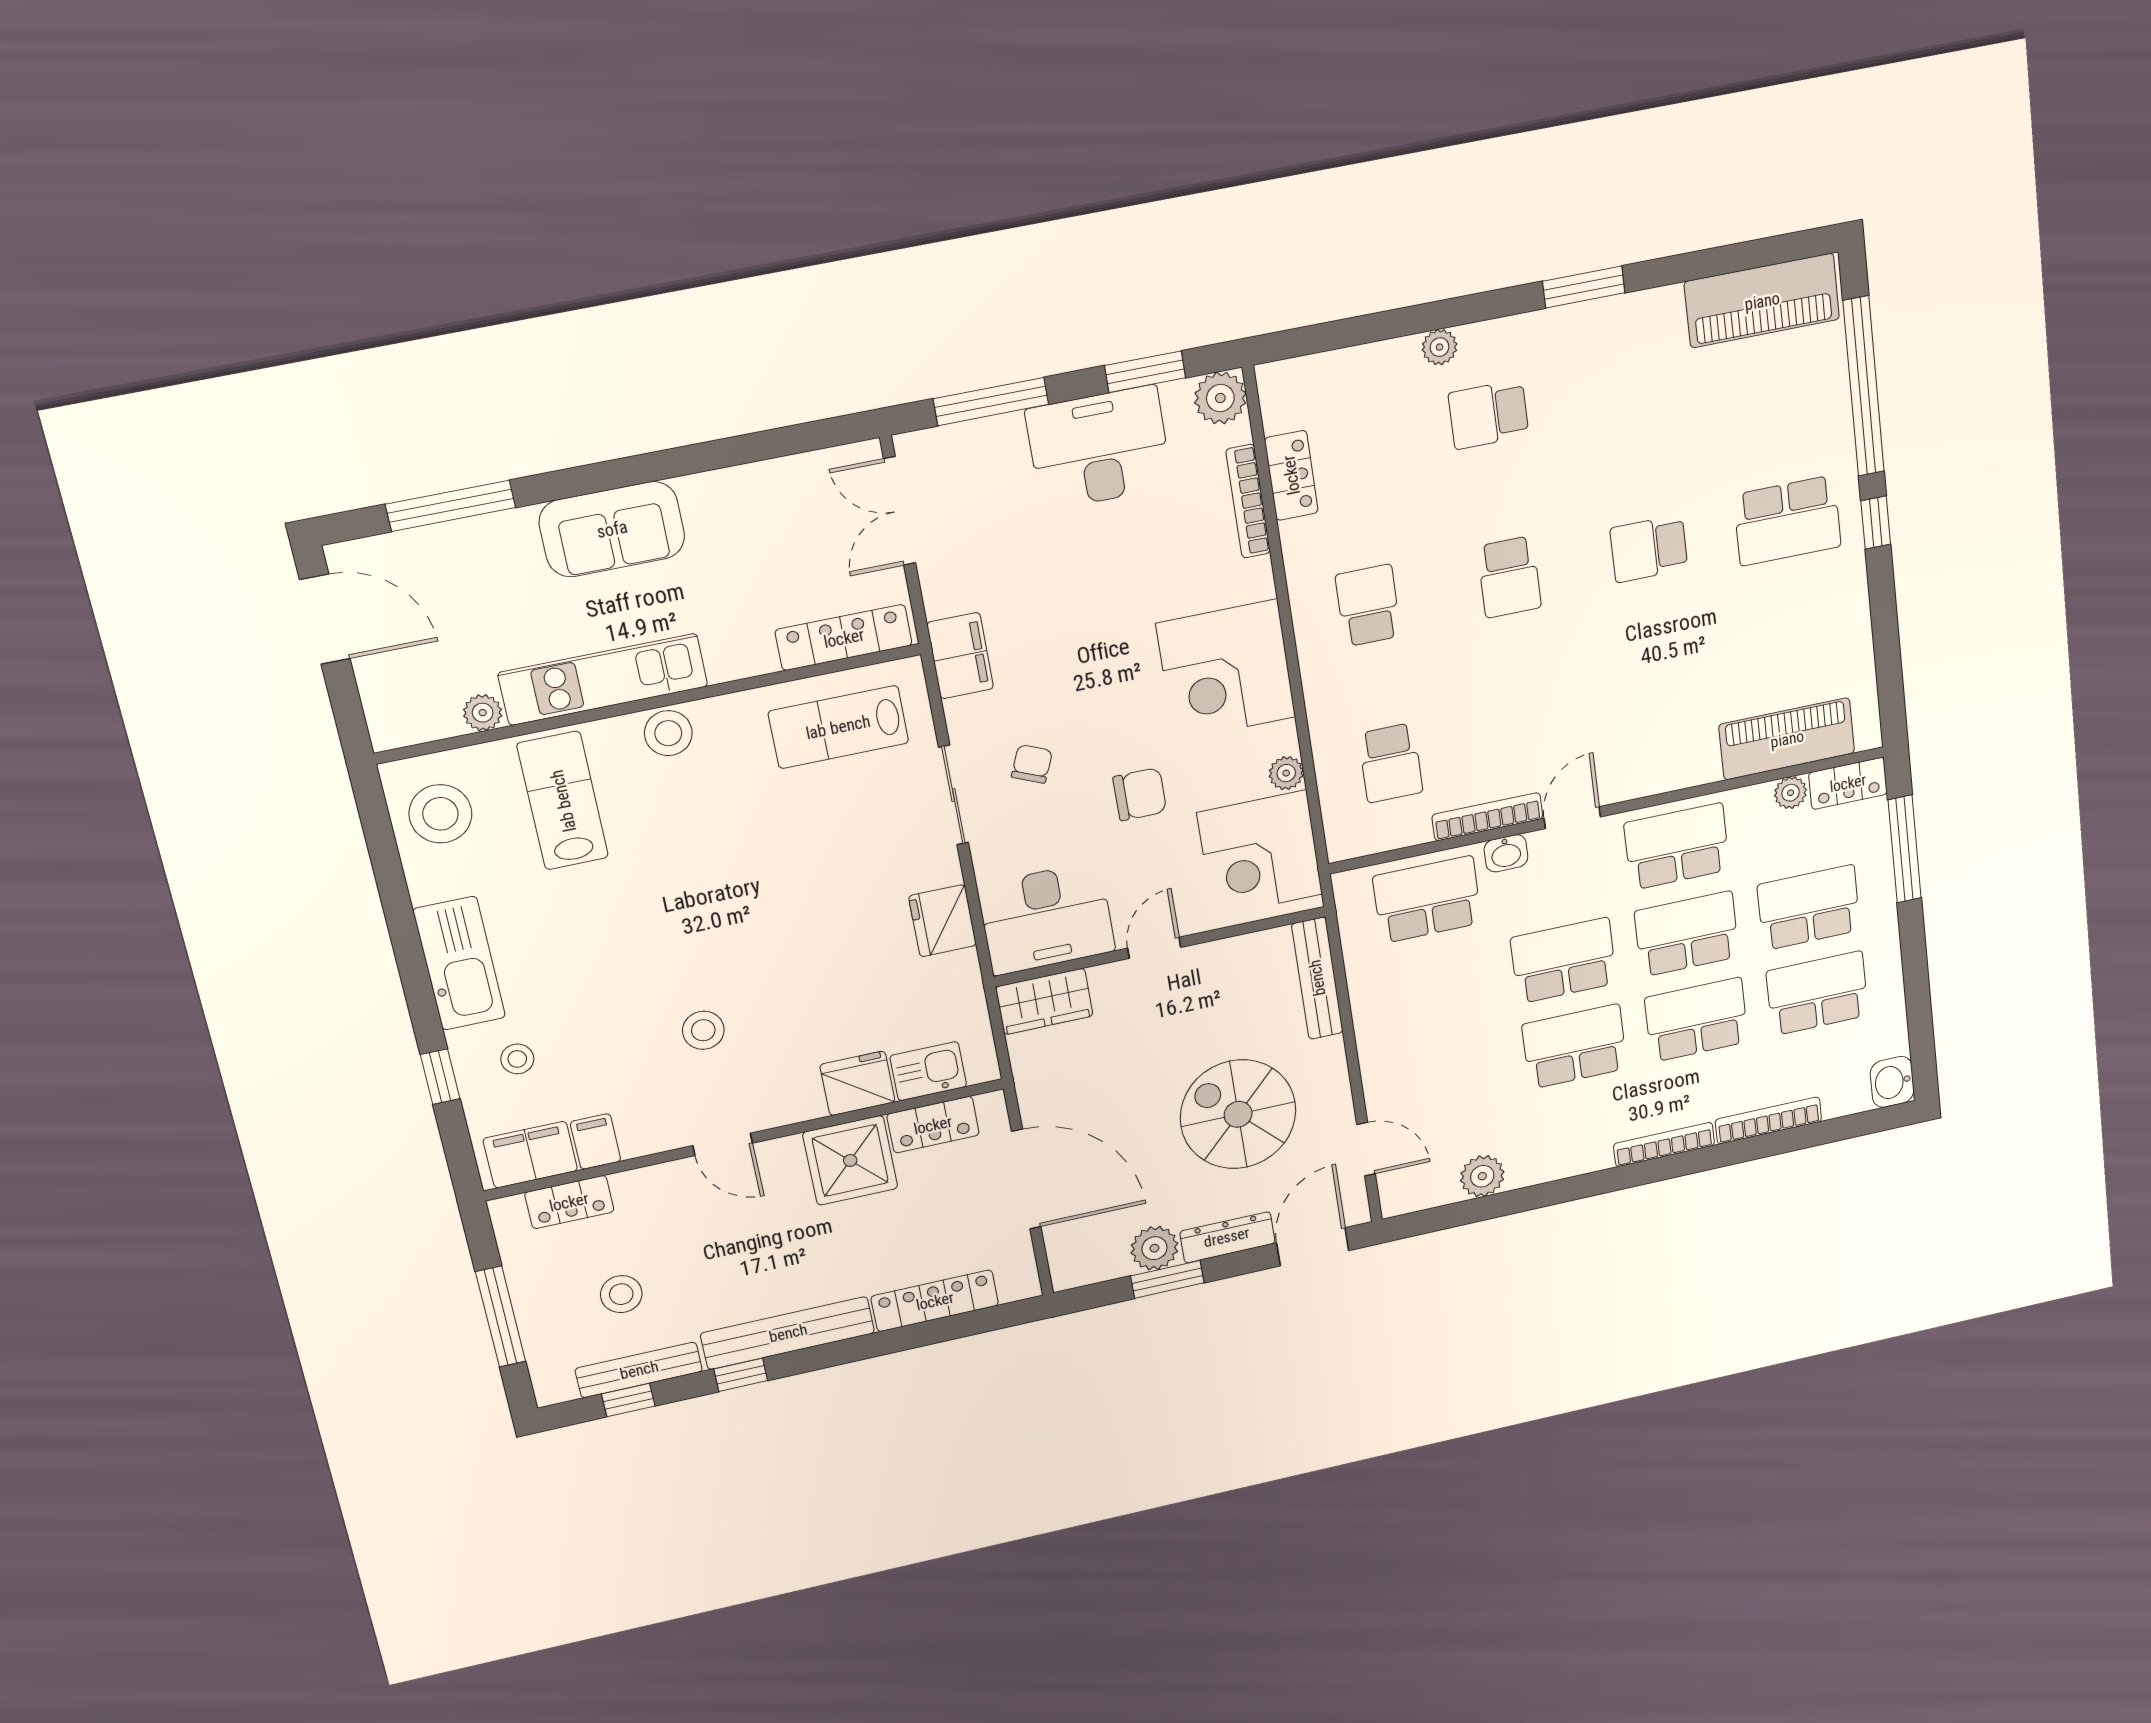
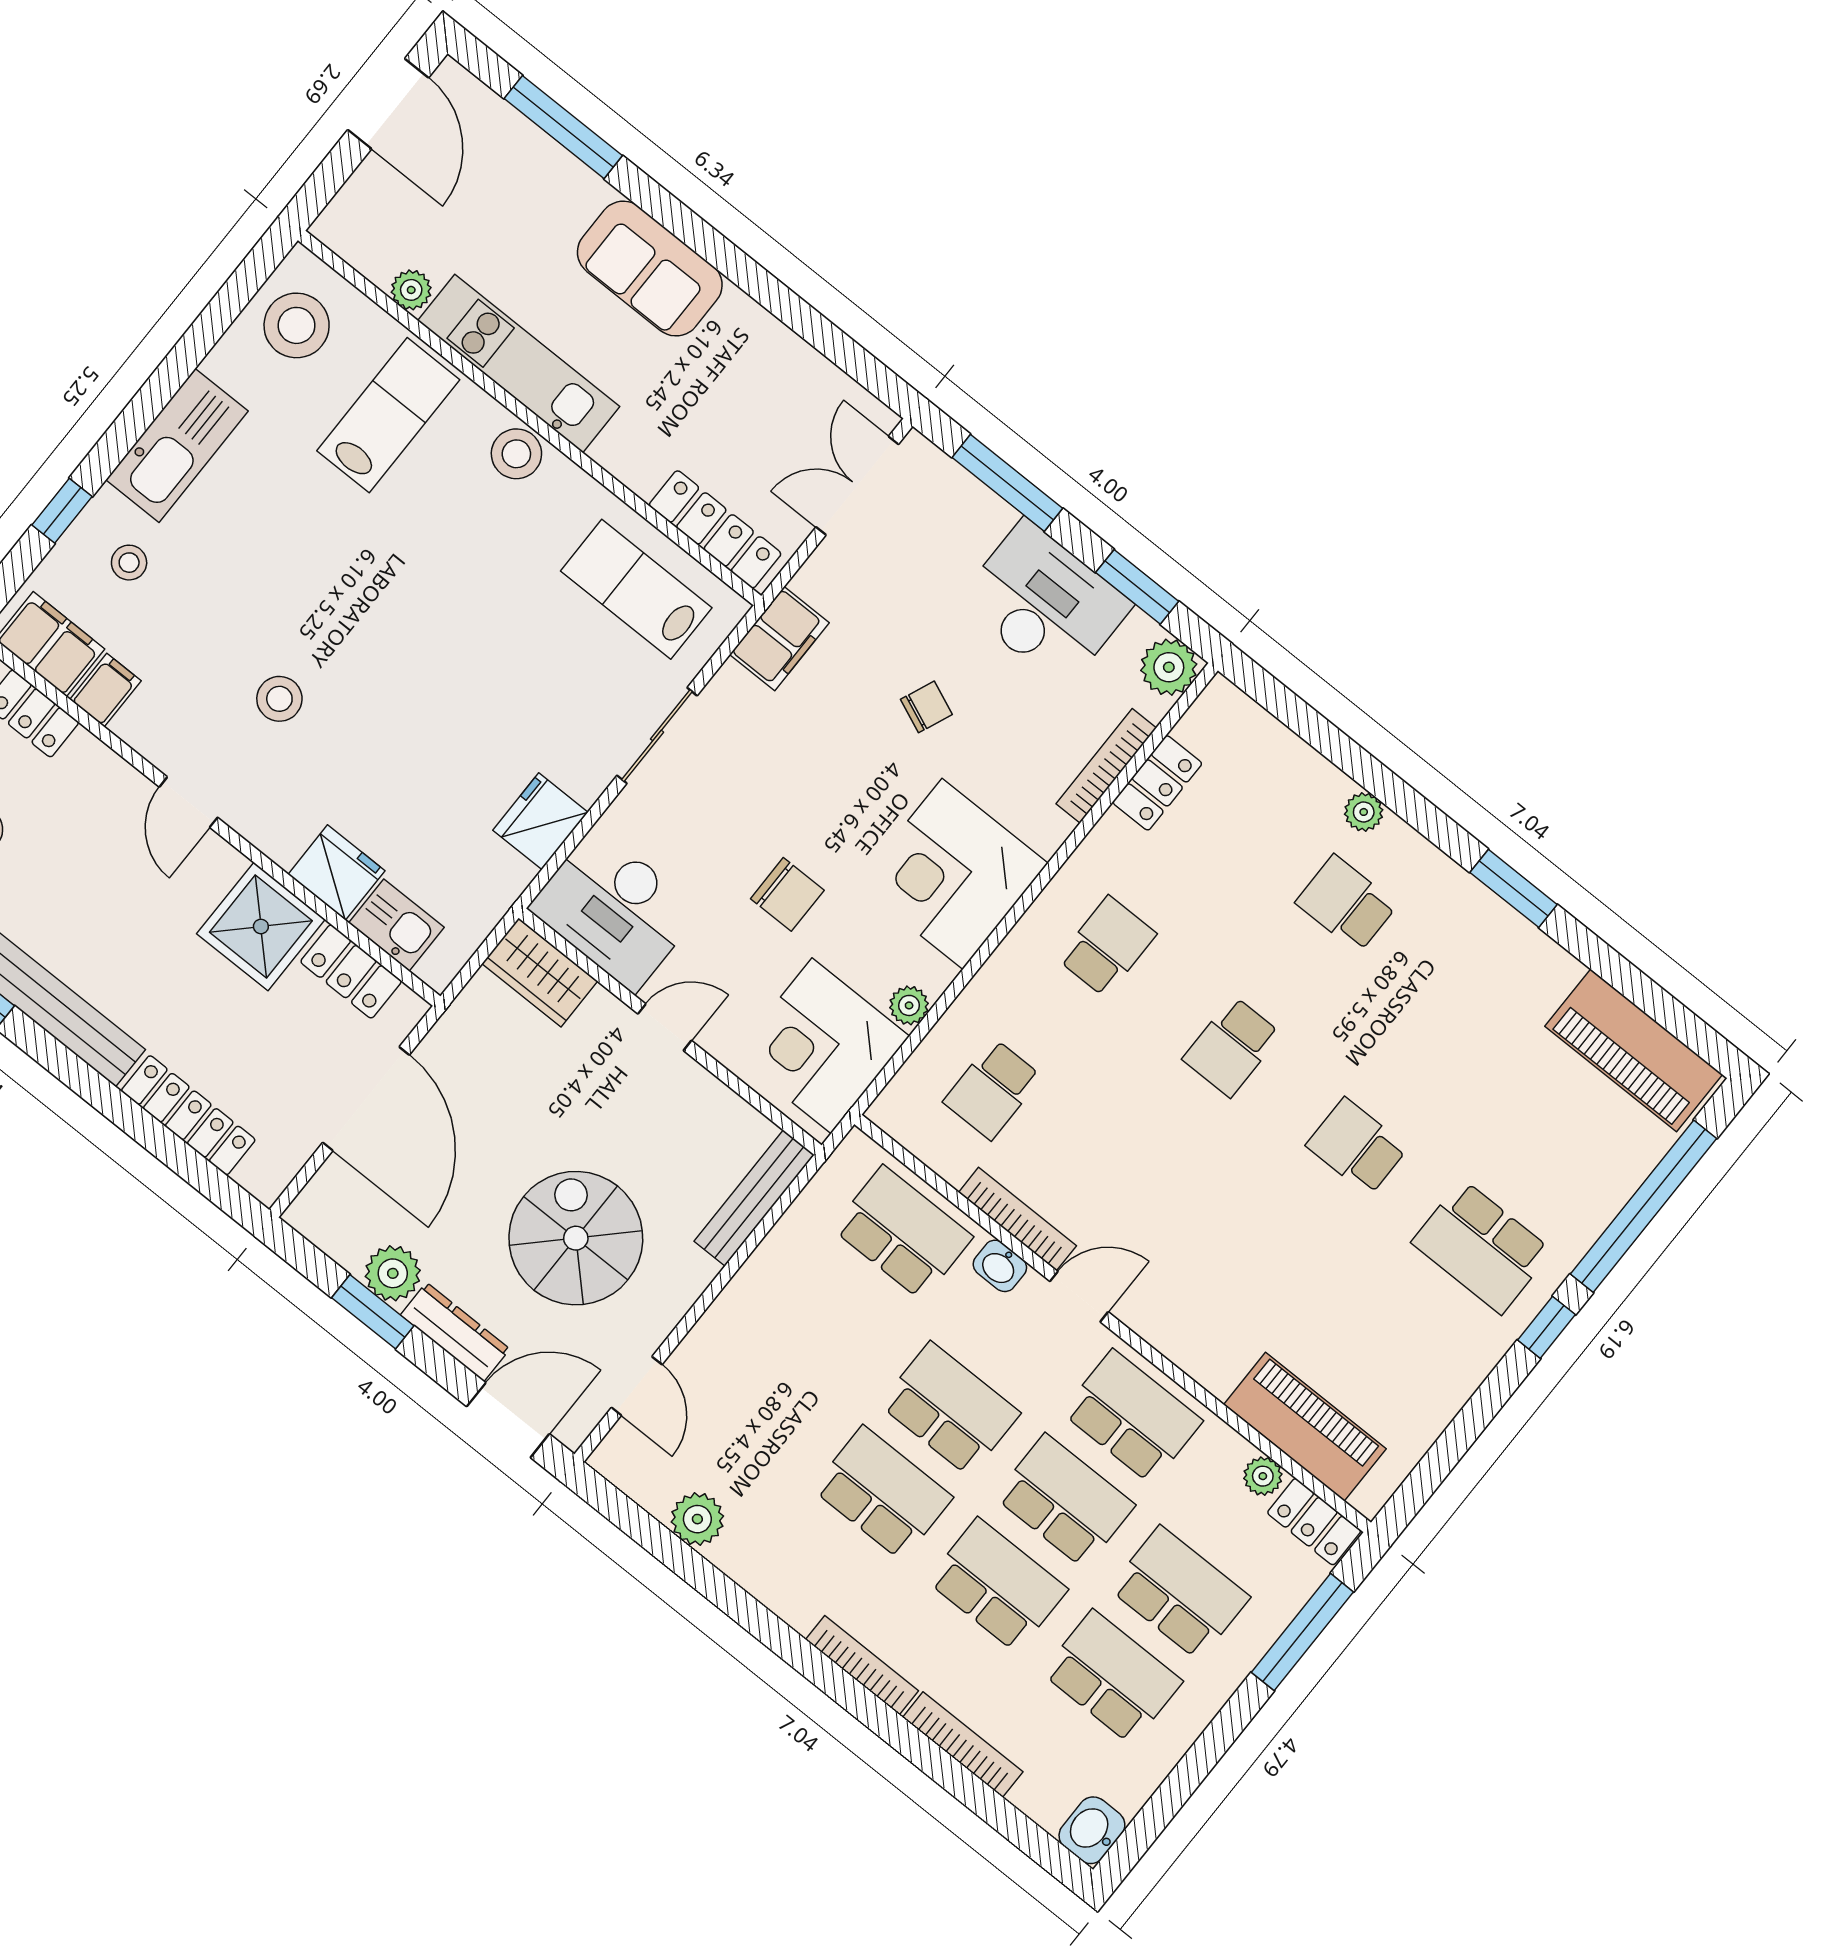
chair: (1032, 764) -> (926, 707), moved

